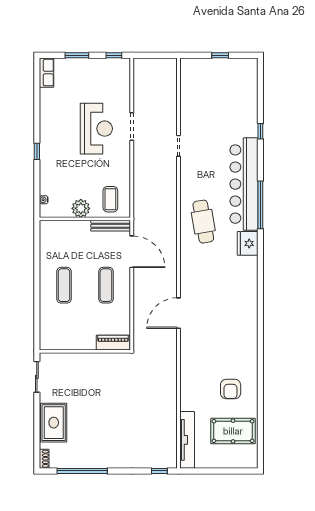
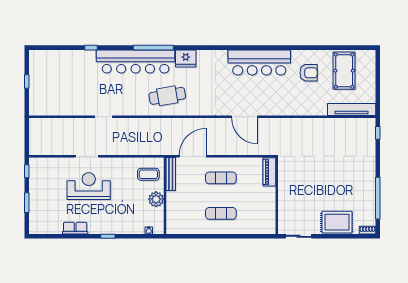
row of seats: (47, 73) -> (75, 228), moved
bar counter: (243, 331) -> (259, 63), added

